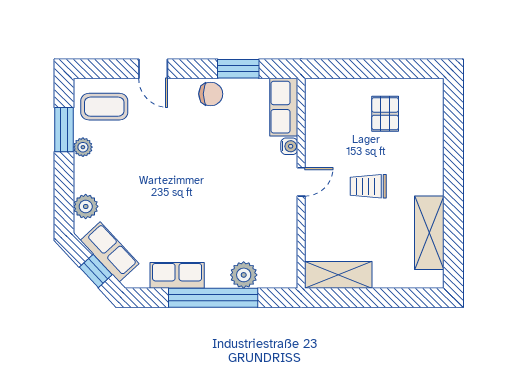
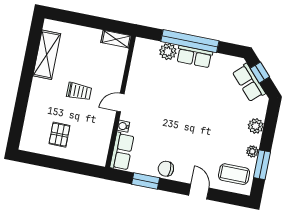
plant: (86, 206) -> (256, 126), moved
row of seats: (177, 275) -> (194, 57), moved
shelving: (338, 275) -> (116, 39), width x0.67, depth x0.75

